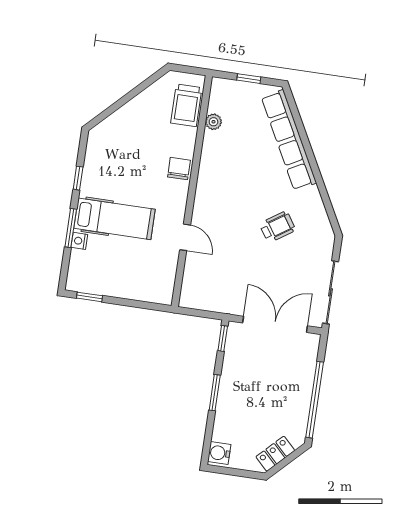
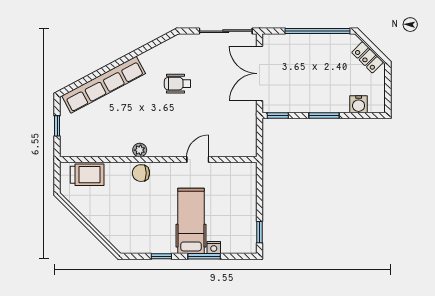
plant: (213, 122) -> (140, 150), moved
wheelchair: (277, 227) -> (178, 84), turned -56
water cooler: (219, 453) -> (359, 104), moved

